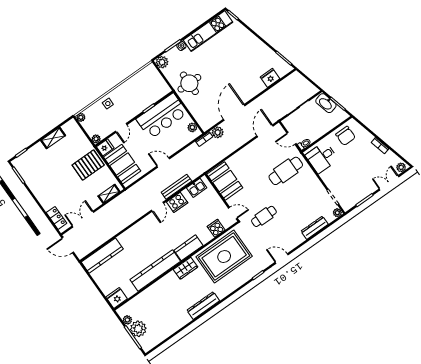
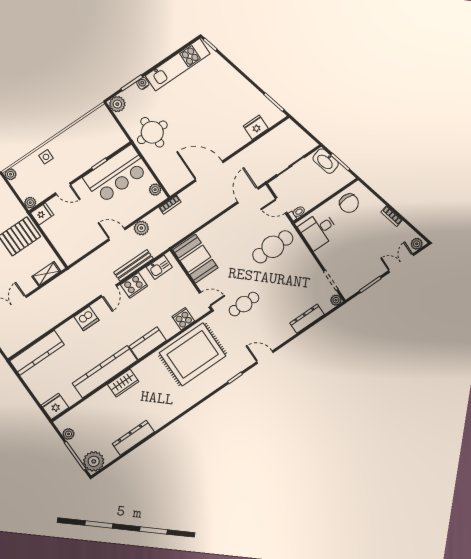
door: (234, 112) -> (209, 171), hinge flipped
door: (121, 128) -> (63, 189), hinge flipped
plant: (218, 132) -> (141, 228), moved
booth: (122, 164) -> (64, 236), removed
dishwasher: (140, 228) -> (86, 318), added
wardrobe: (186, 268) -> (123, 383), moved
dresser: (203, 306) -> (133, 438), moved
plant: (138, 329) -> (94, 461), moved

